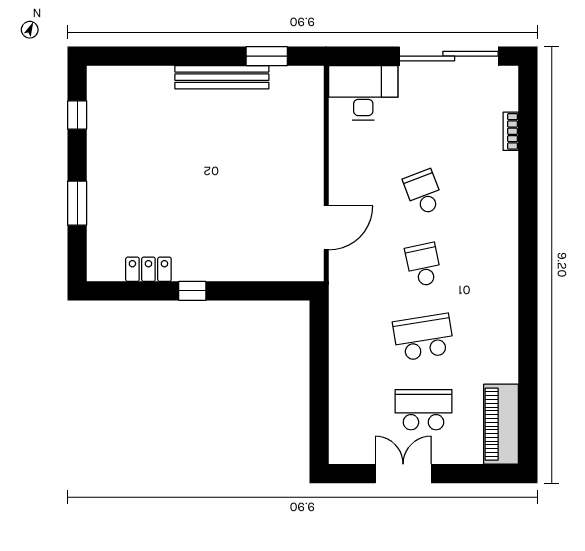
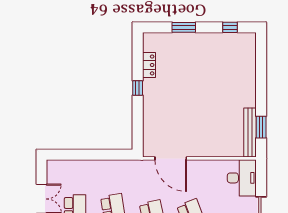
bench: (222, 77) -> (250, 132), moved
door: (326, 228) -> (171, 158), width x1.36

